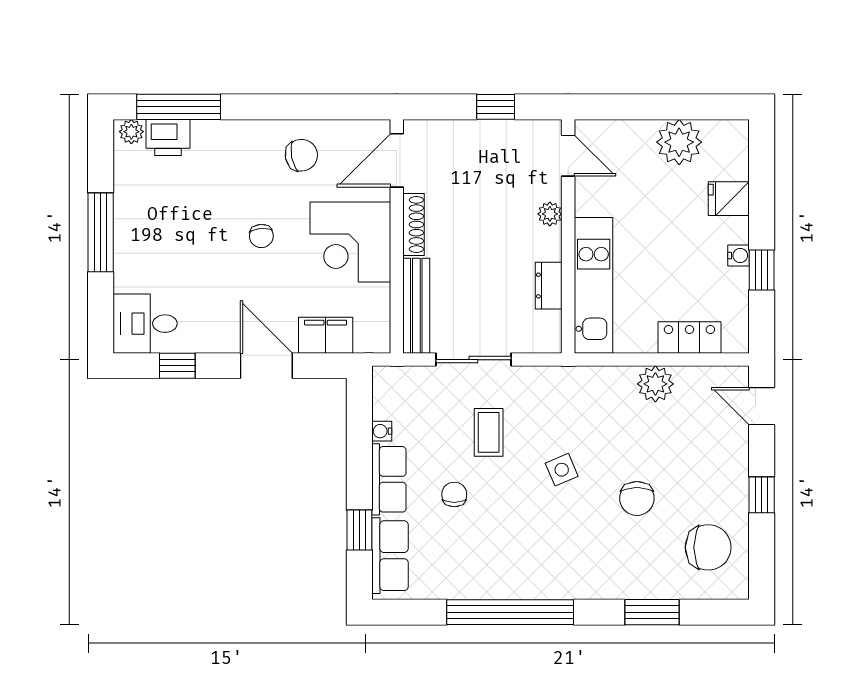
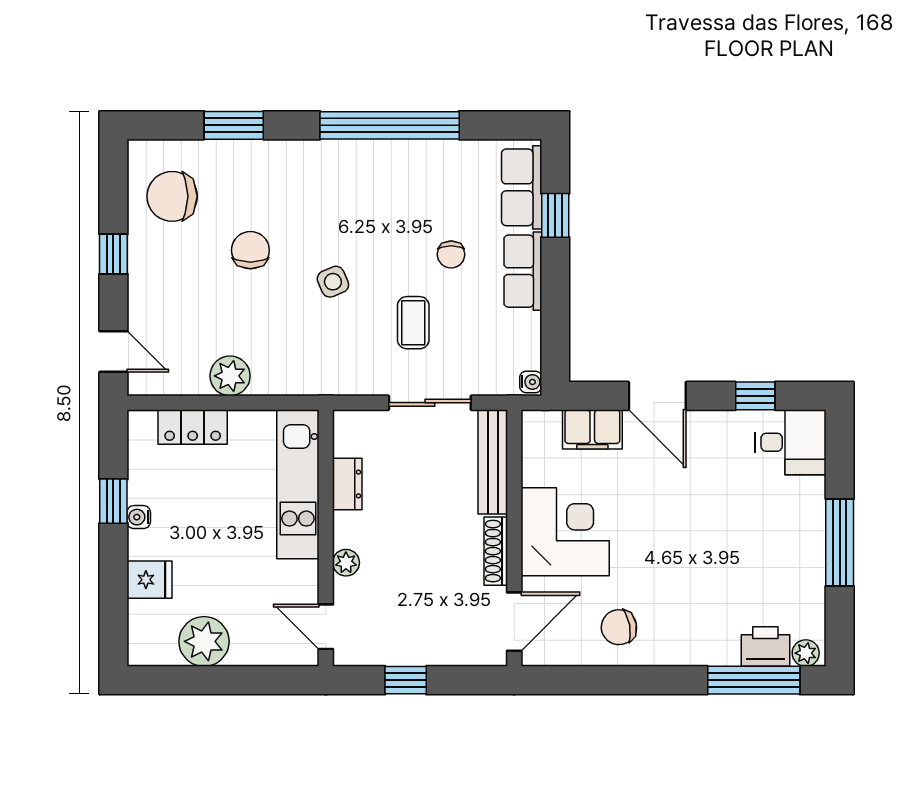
chair: (261, 236) -> (663, 538), removed
water cooler: (382, 431) -> (531, 382), moved

